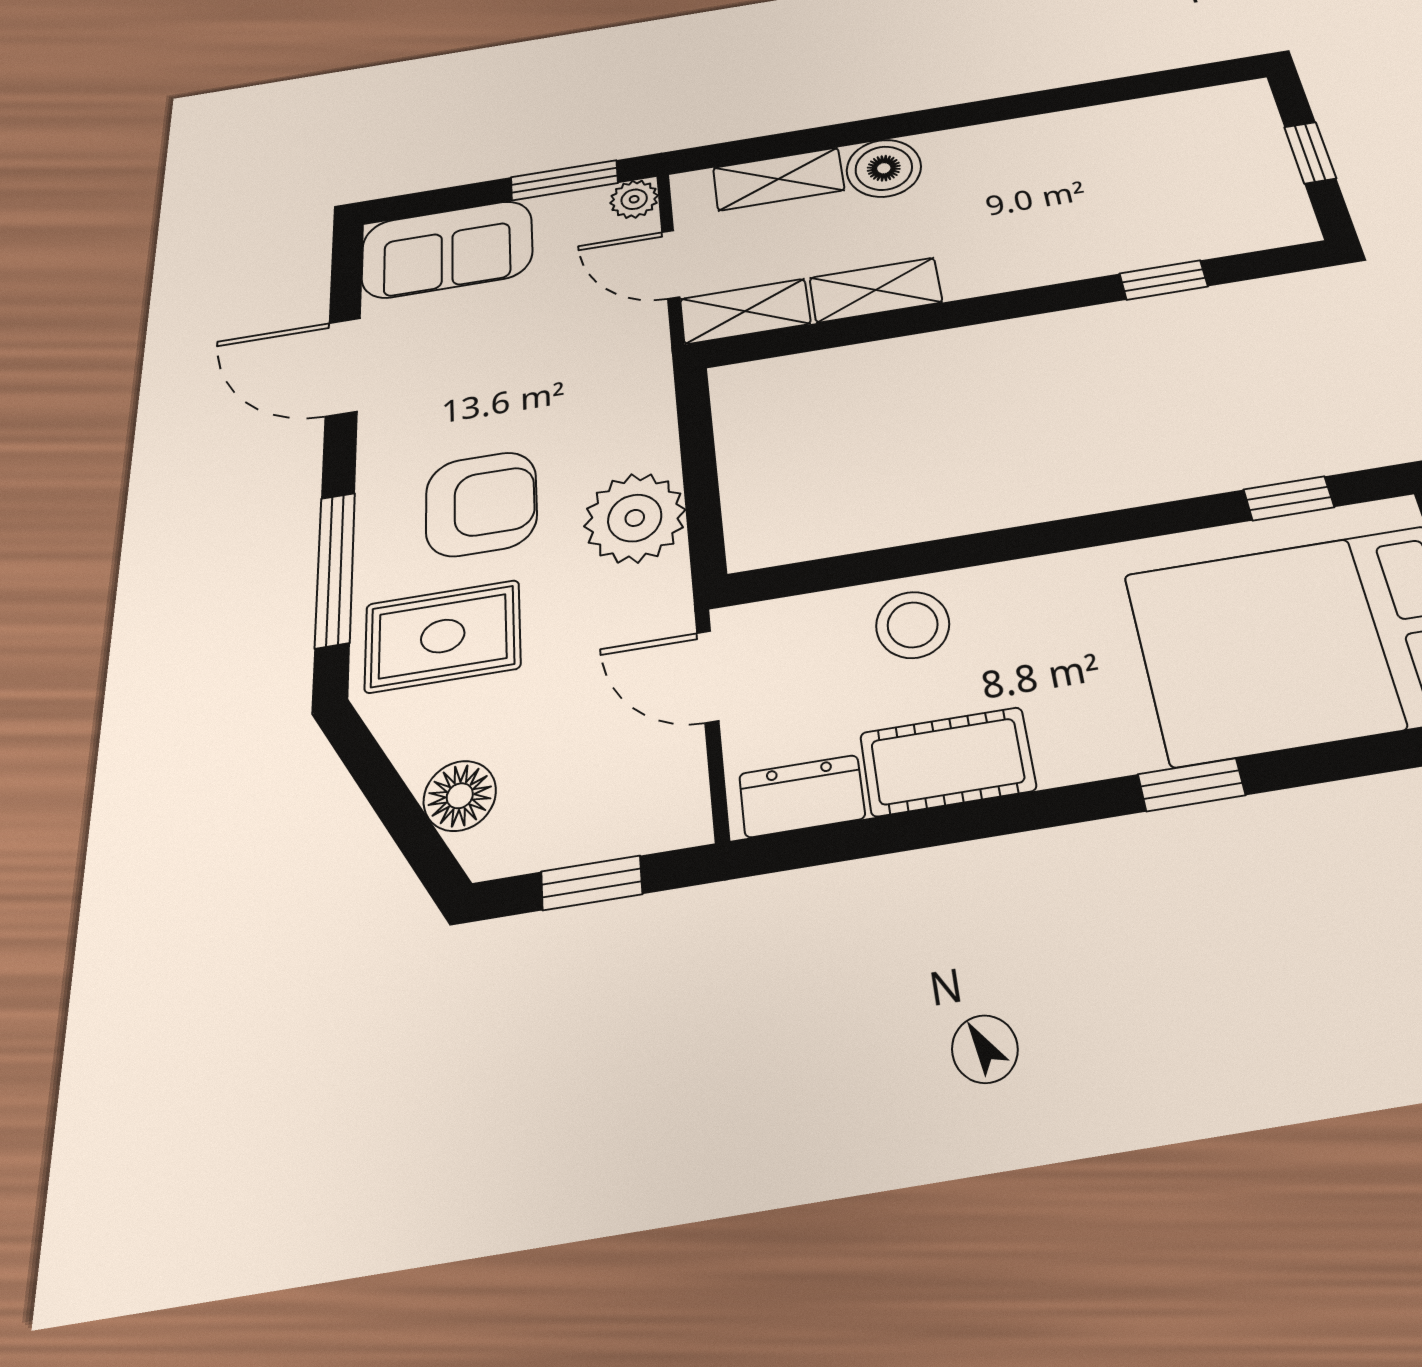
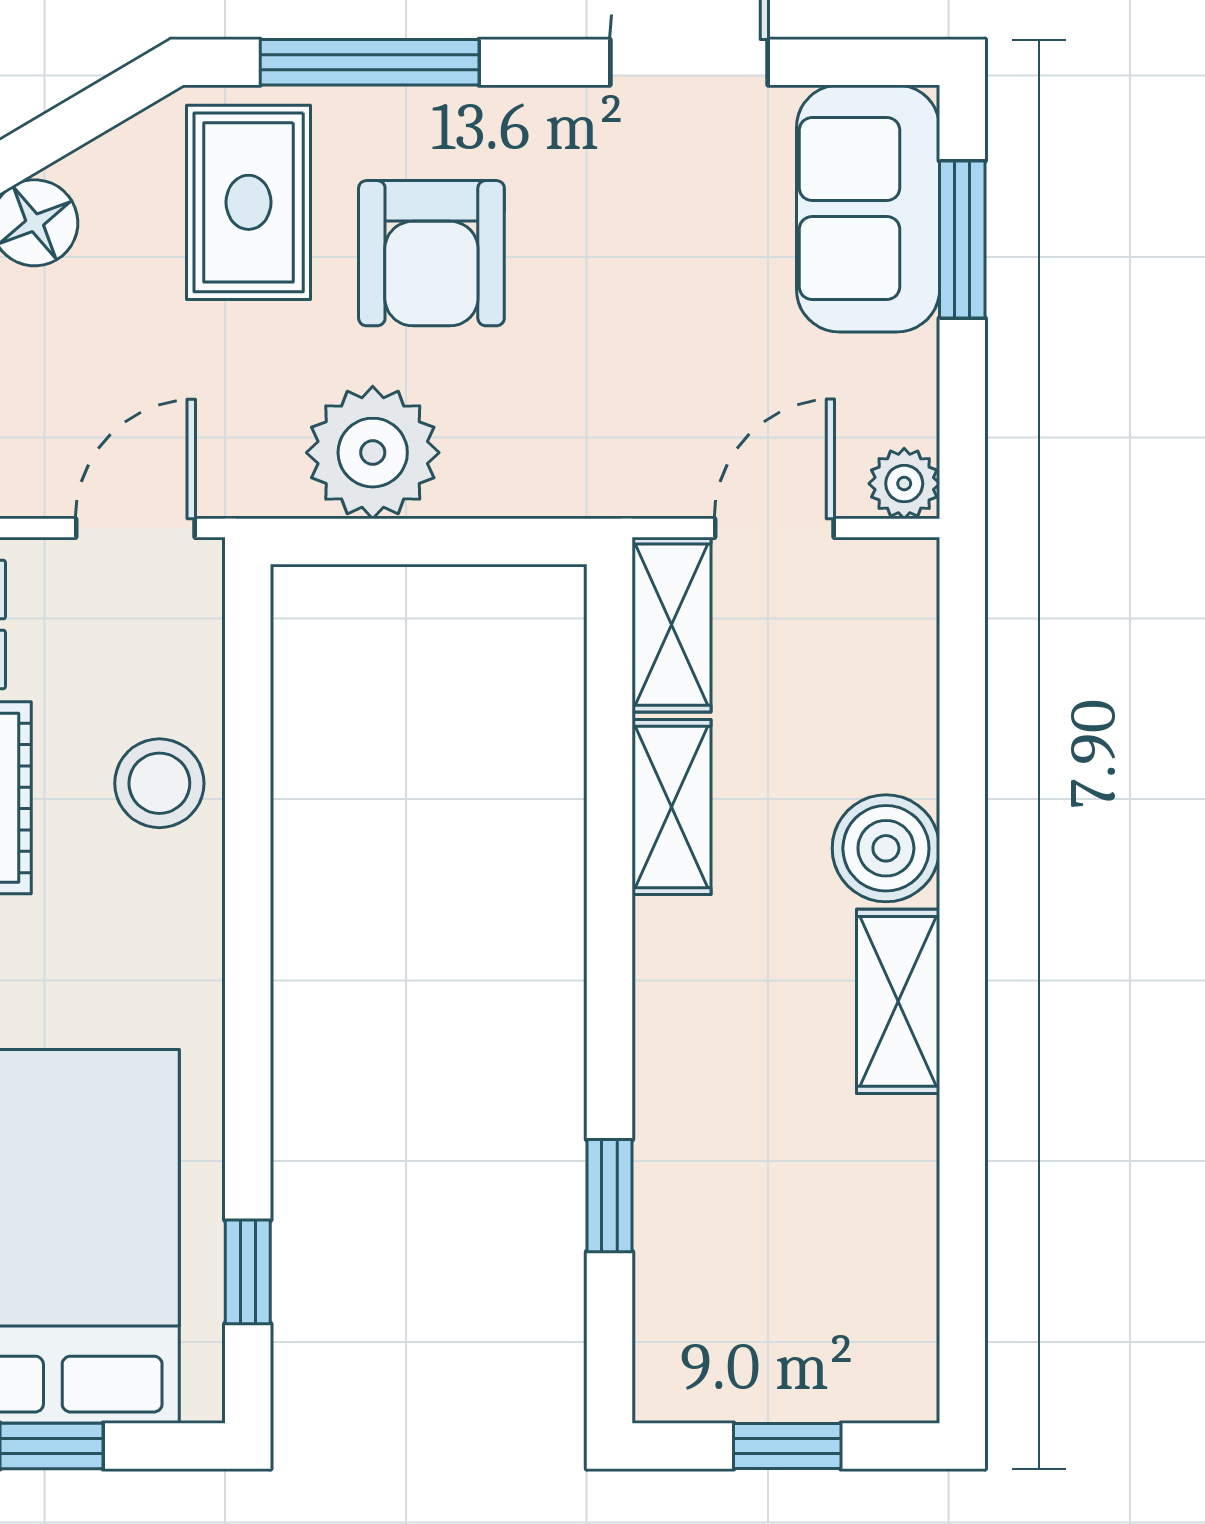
shelving: (778, 179) -> (898, 1001), moved
window: (564, 180) -> (962, 240), moved

